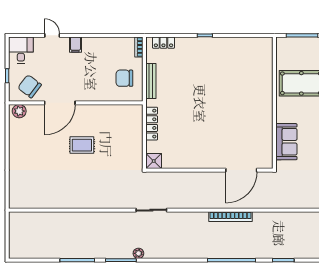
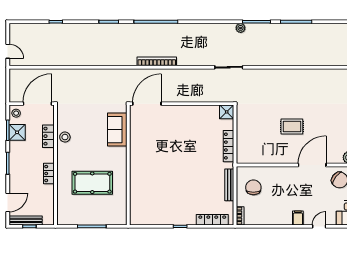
door: (52, 35) -> (319, 226), swing flipped
locker: (163, 43) -> (212, 220), width x1.53
chair: (124, 78) -> (253, 187), turned -90
wall: (274, 103) -> (128, 165), moved
sofa: (286, 142) -> (117, 130), moved

